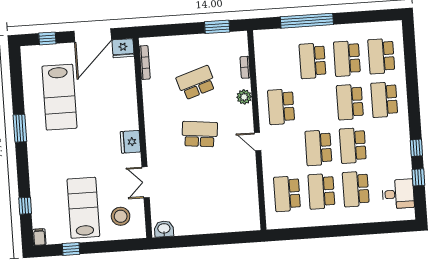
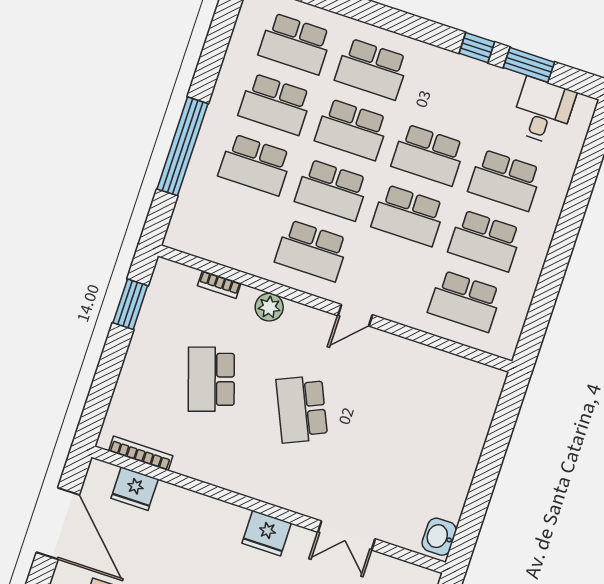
fridge: (123, 48) -> (135, 489), moved, turned 90
school desk: (315, 104) -> (332, 190), added
school desk: (200, 134) -> (302, 409), turned -30
window: (418, 177) -> (529, 65), width x1.50

